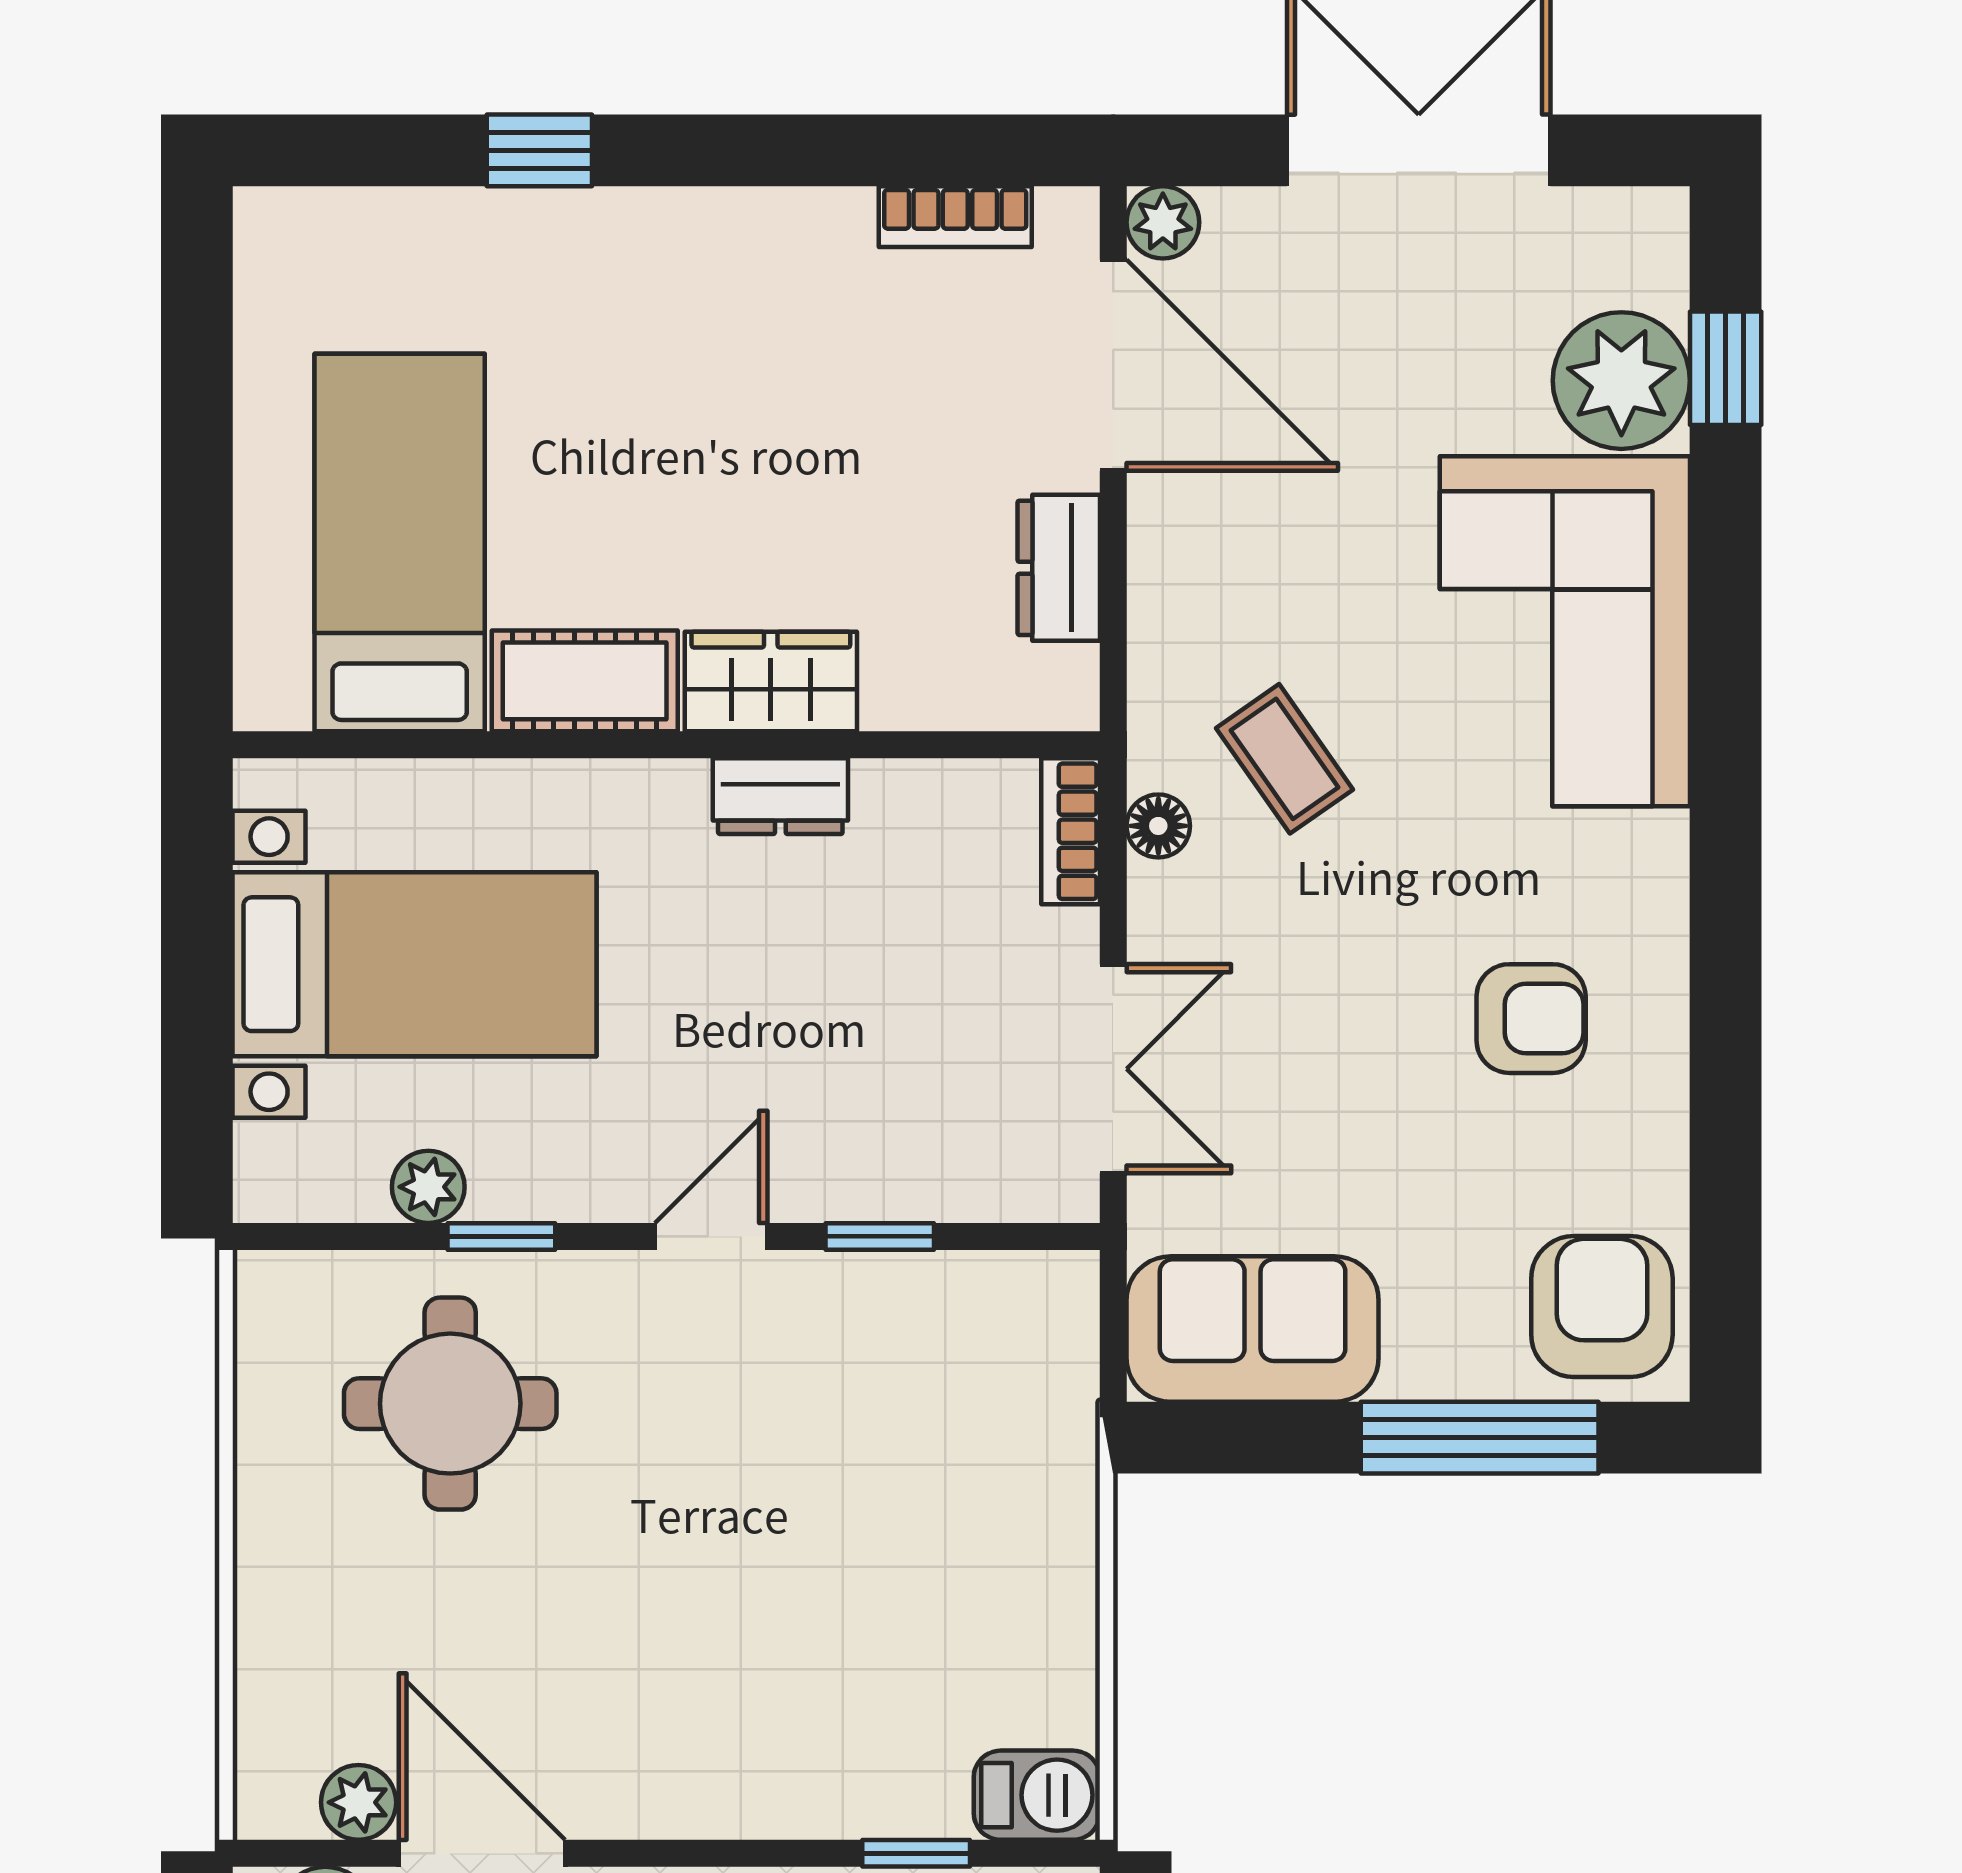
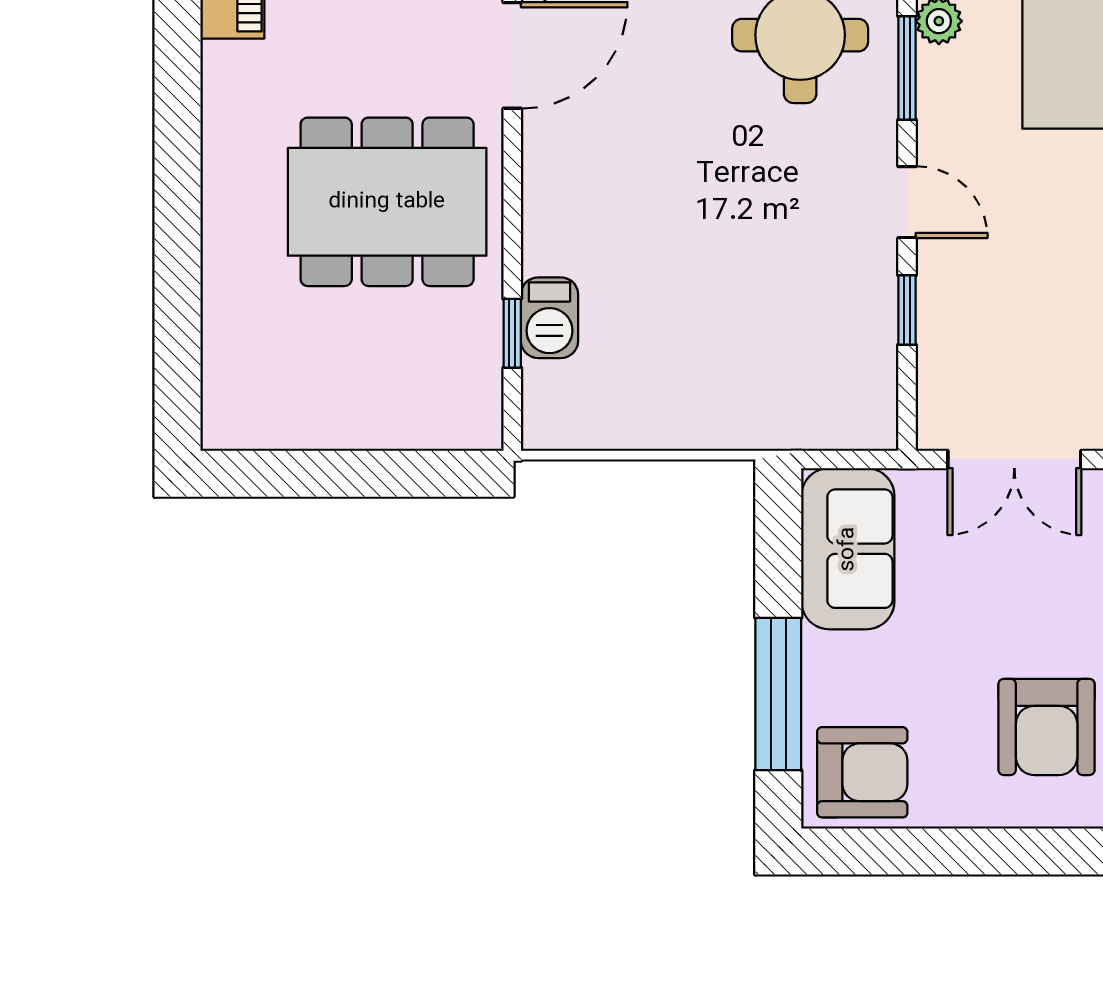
armchair: (1531, 1019) -> (1047, 727), width x1.38, depth x1.38
window: (501, 1236) -> (907, 68), width x1.50
barbecue: (1037, 1795) -> (549, 318), moved

